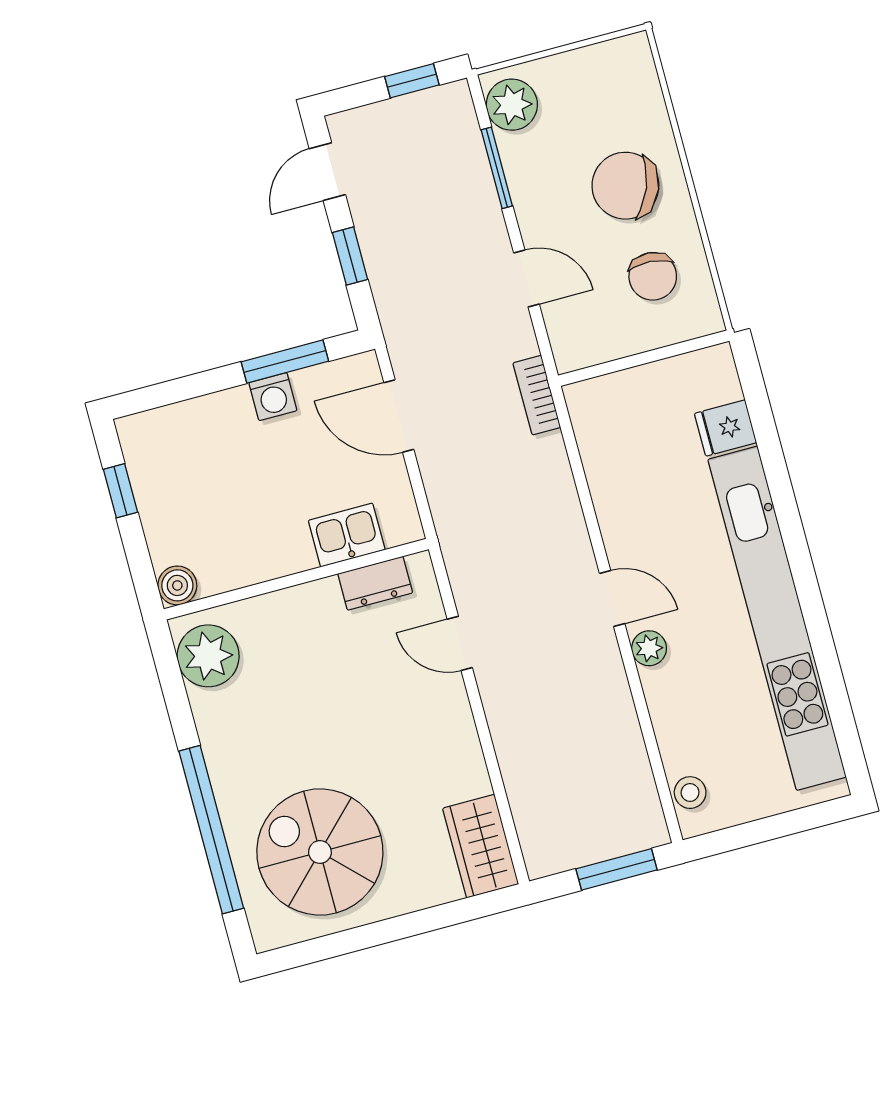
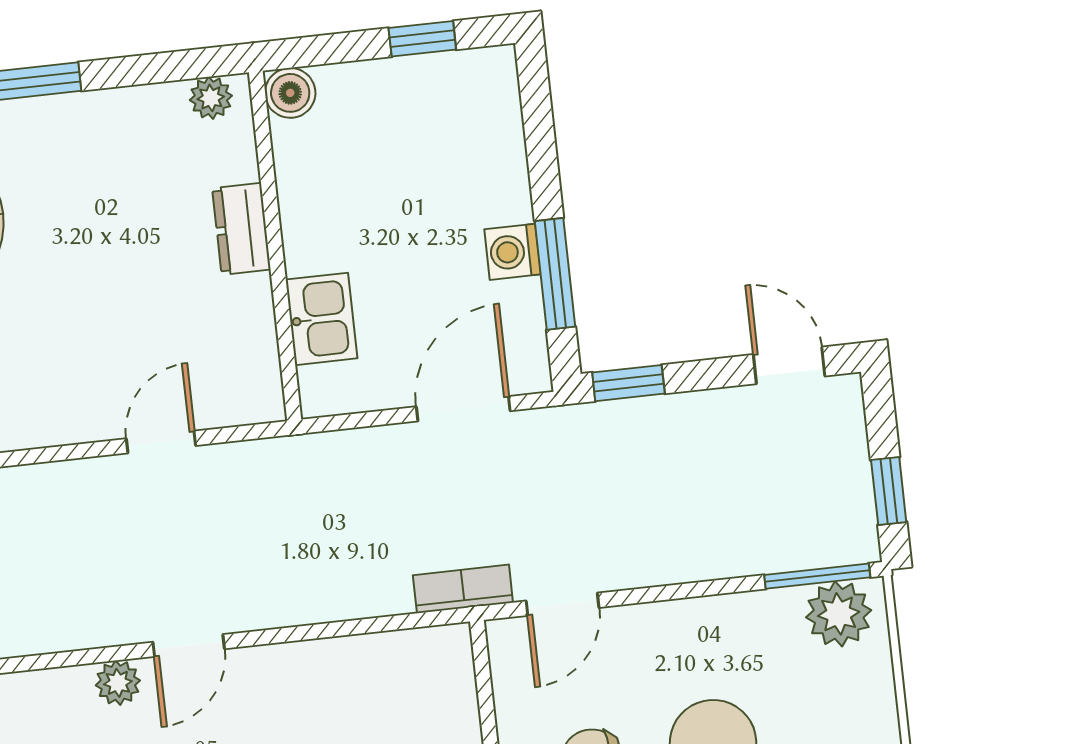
window: (497, 168) -> (817, 576), moved
window: (350, 256) -> (628, 383), moved
door: (526, 278) -> (563, 604), moved
dresser: (375, 583) -> (241, 229), moved
plant: (208, 656) -> (211, 98), width x0.53, depth x0.53

